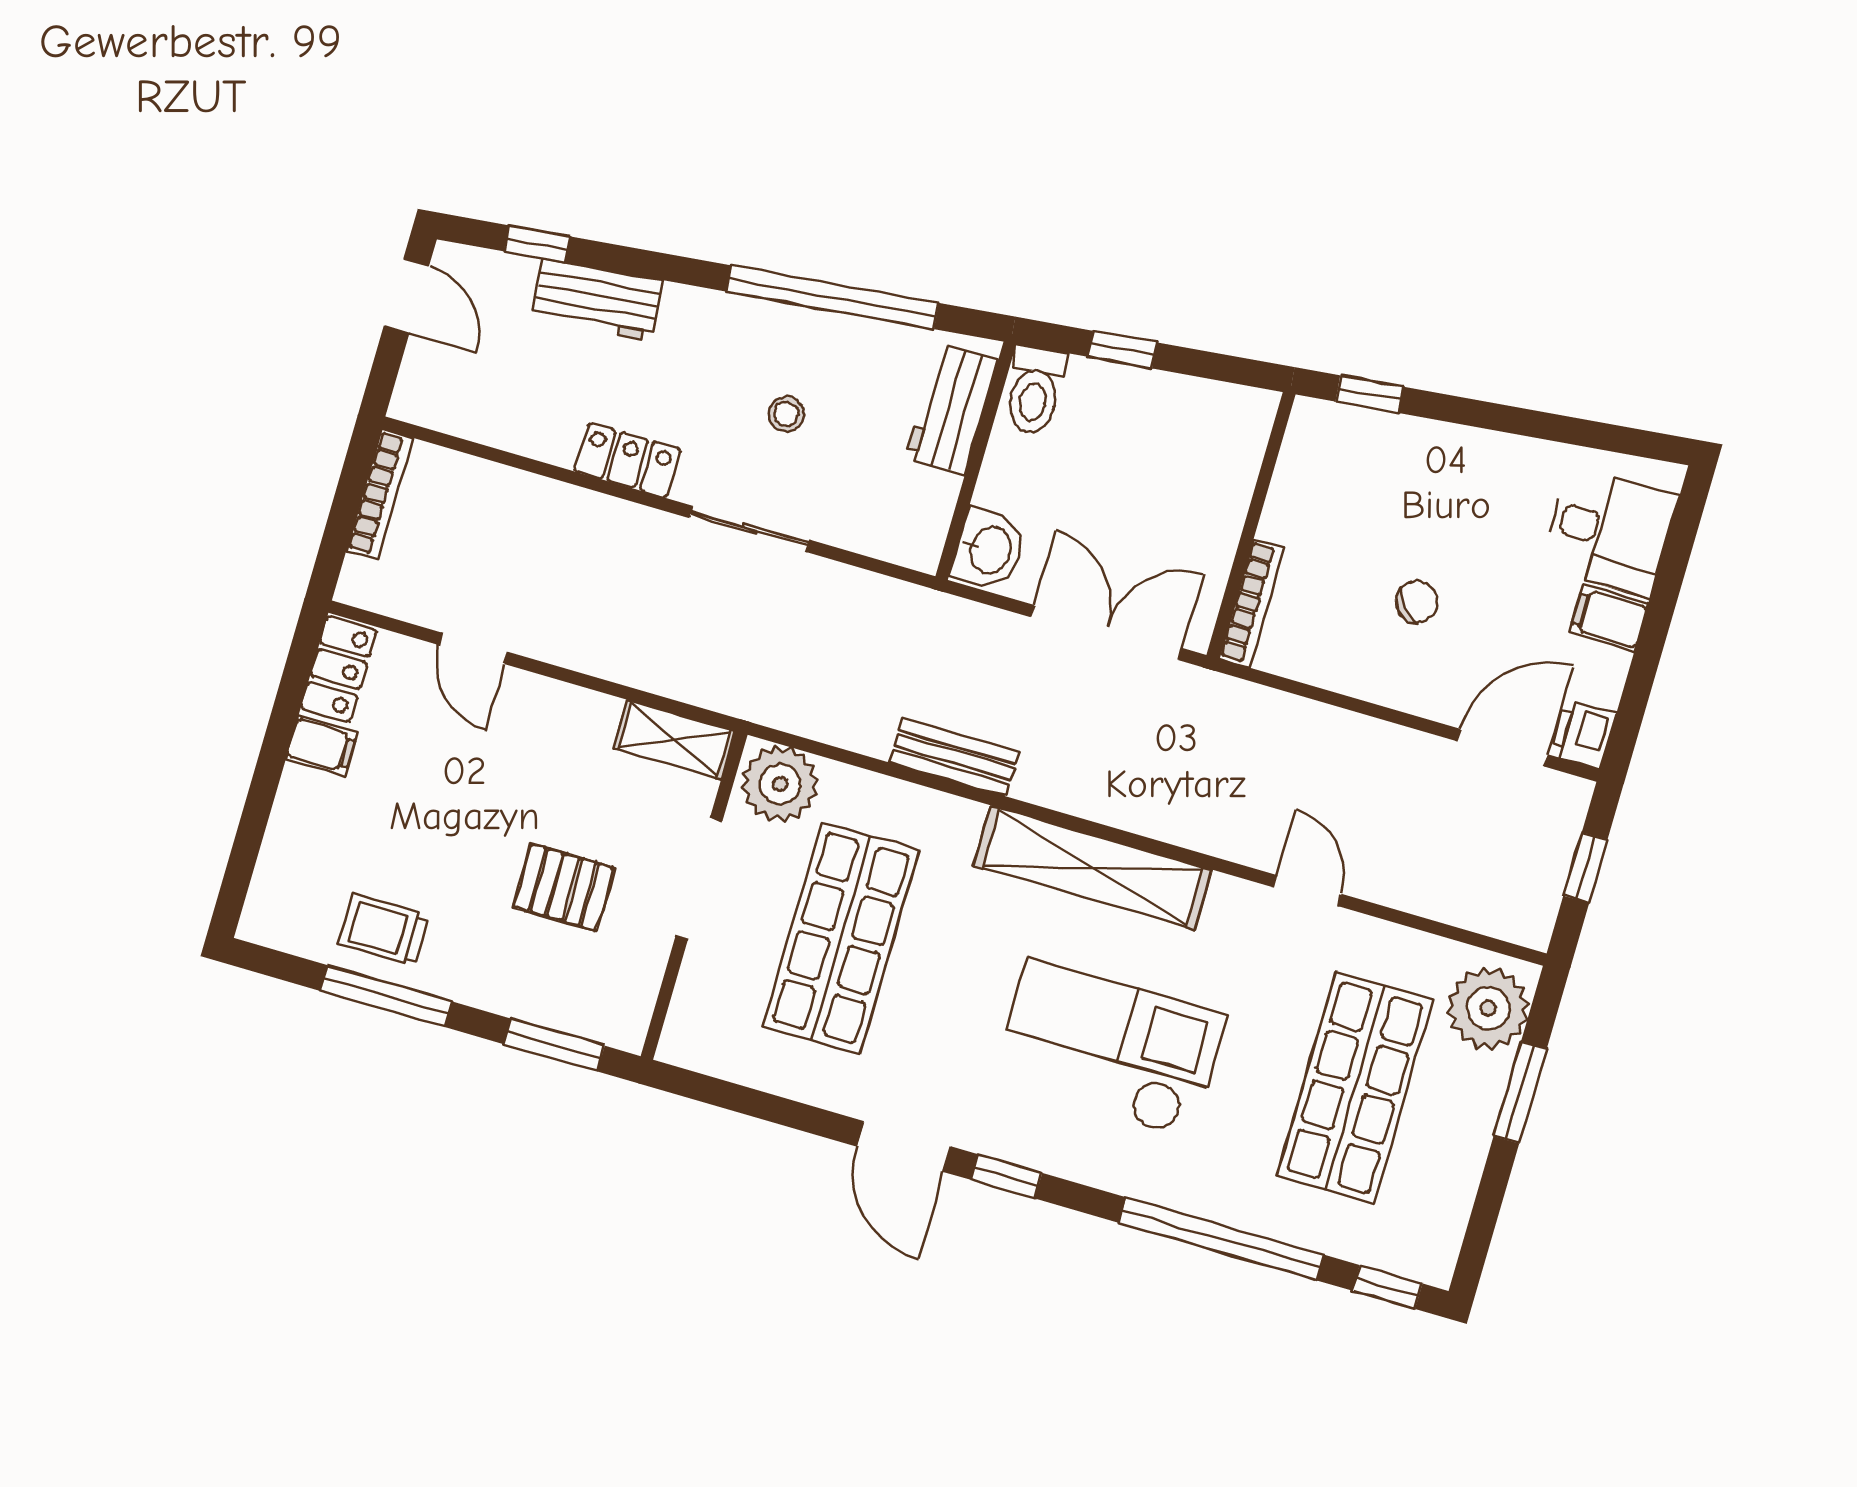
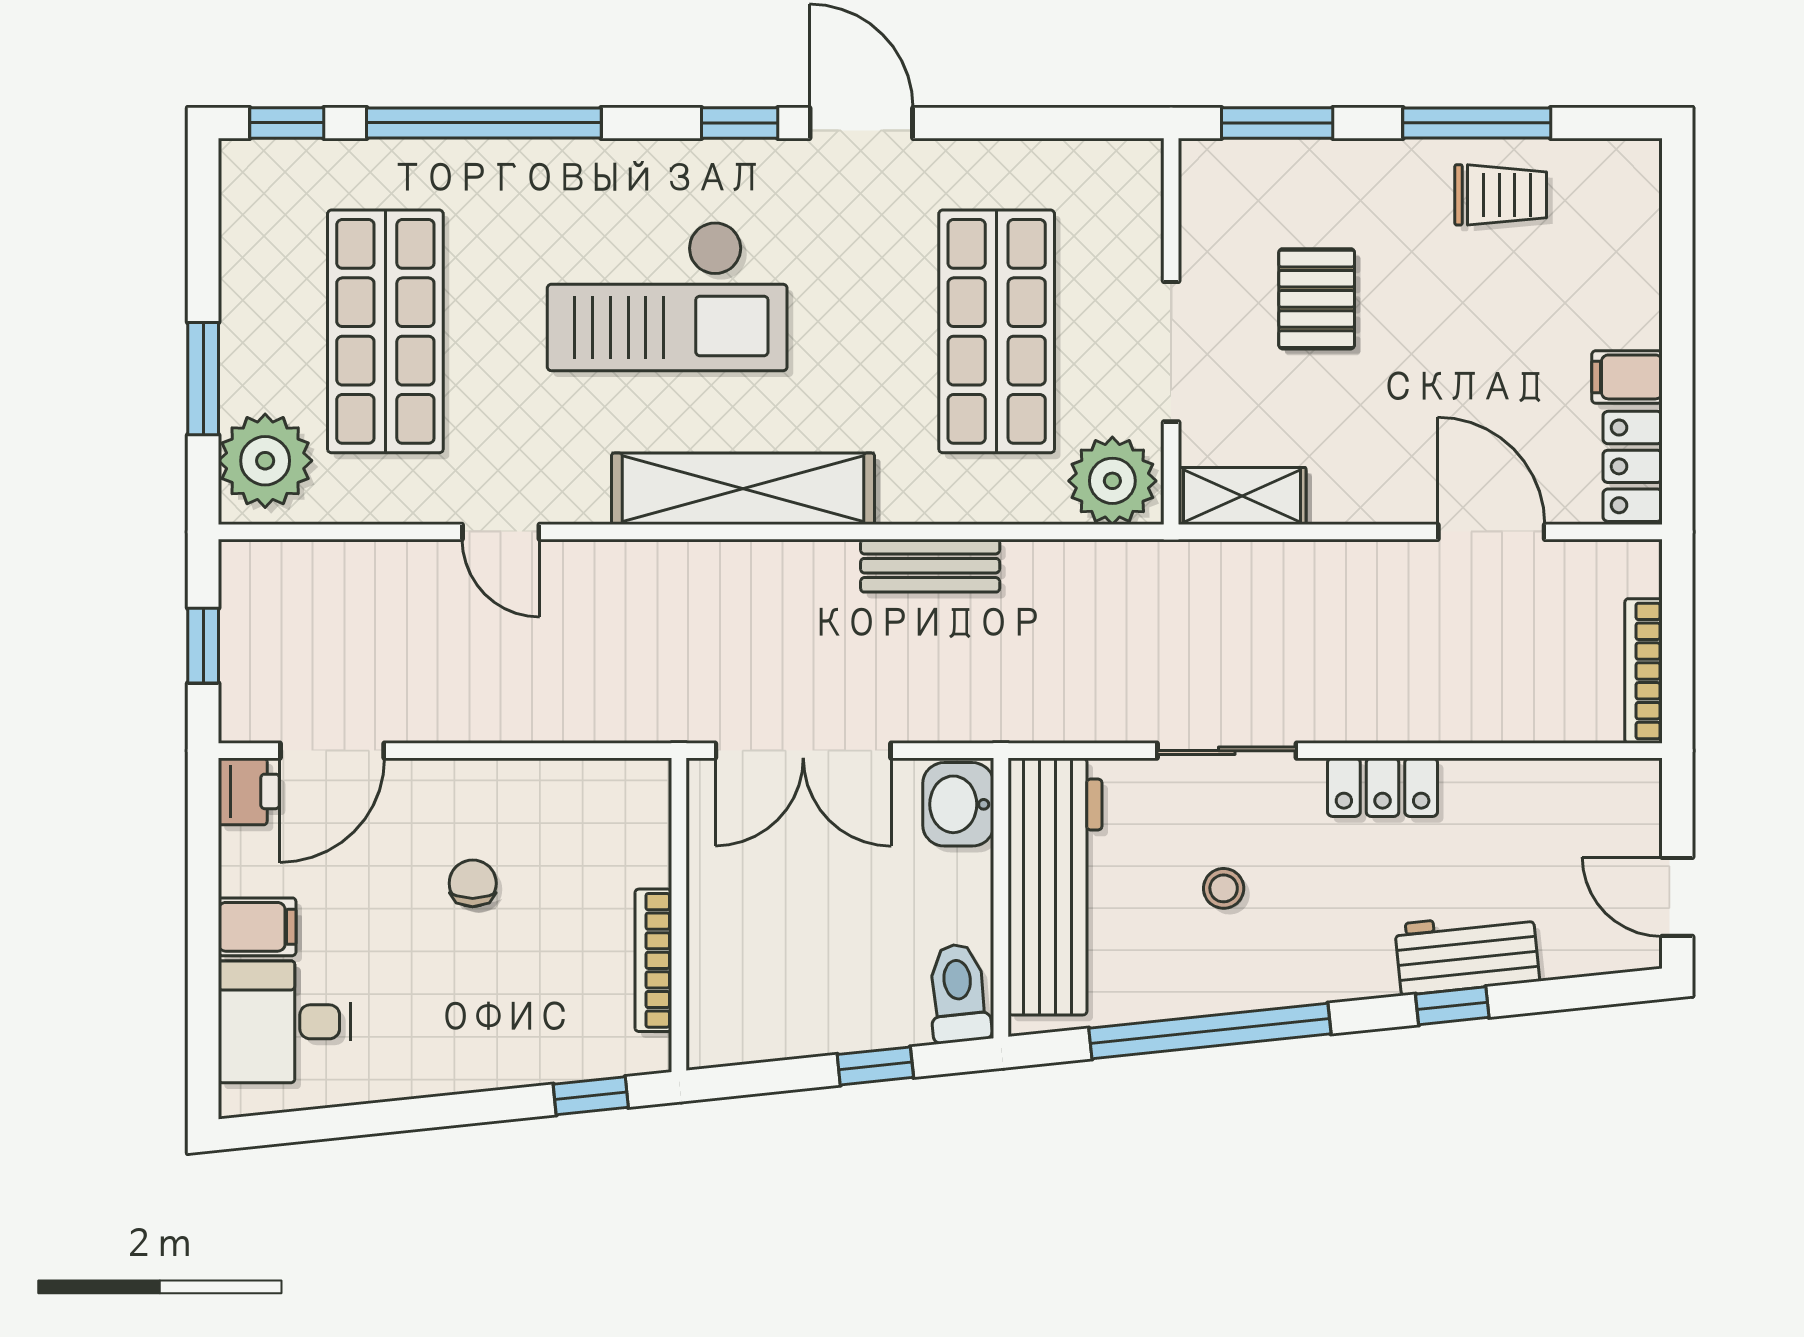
window: (537, 244) -> (1452, 1006), moved
workbench: (952, 409) -> (1055, 887), width x1.87, depth x1.32
chair: (1417, 602) -> (473, 883), turned 132
bookcase: (1251, 603) -> (653, 960), moved
door: (474, 648) -> (1491, 532), width x1.38
pallet: (564, 887) -> (1317, 299), turned 90

